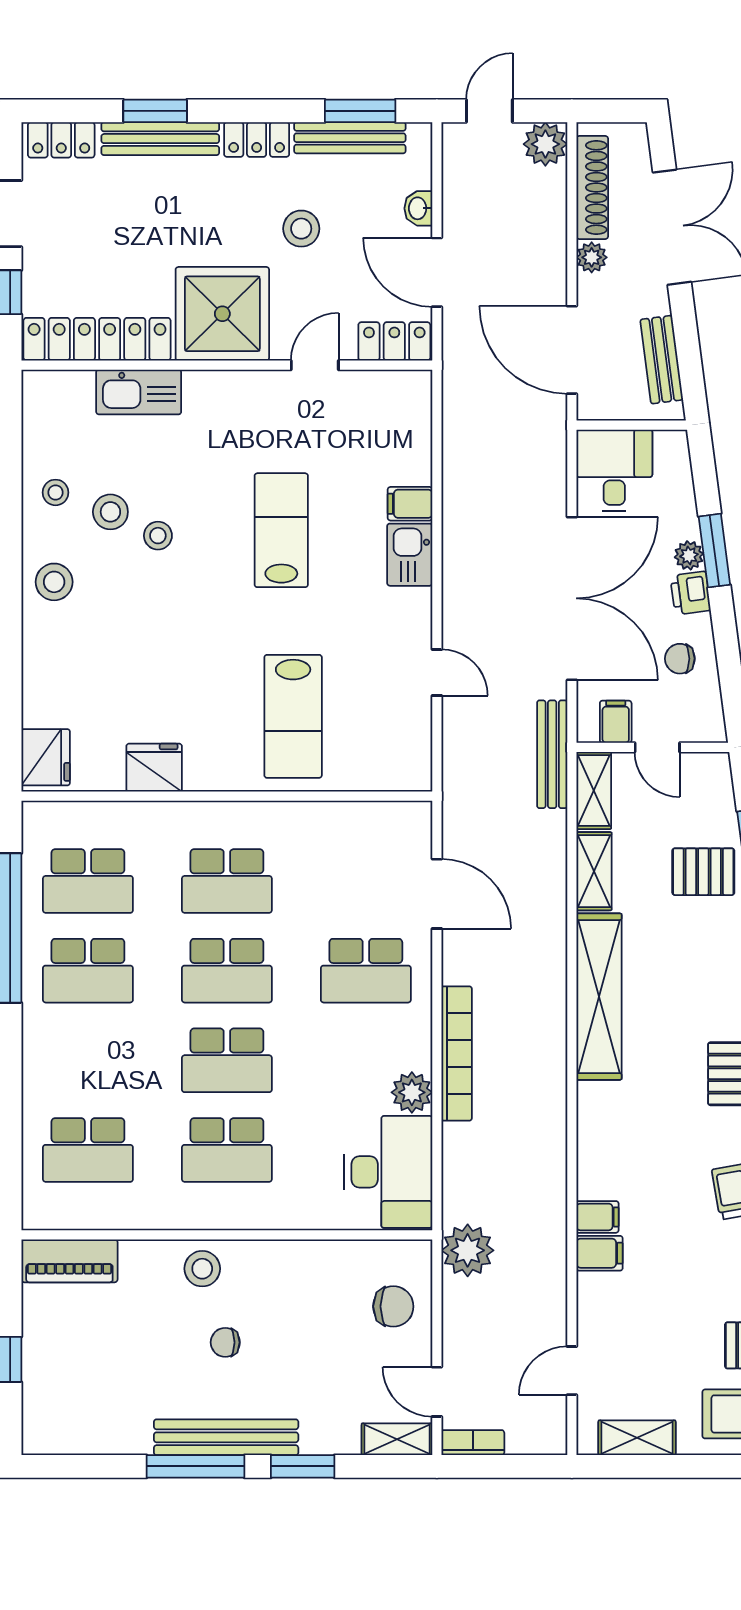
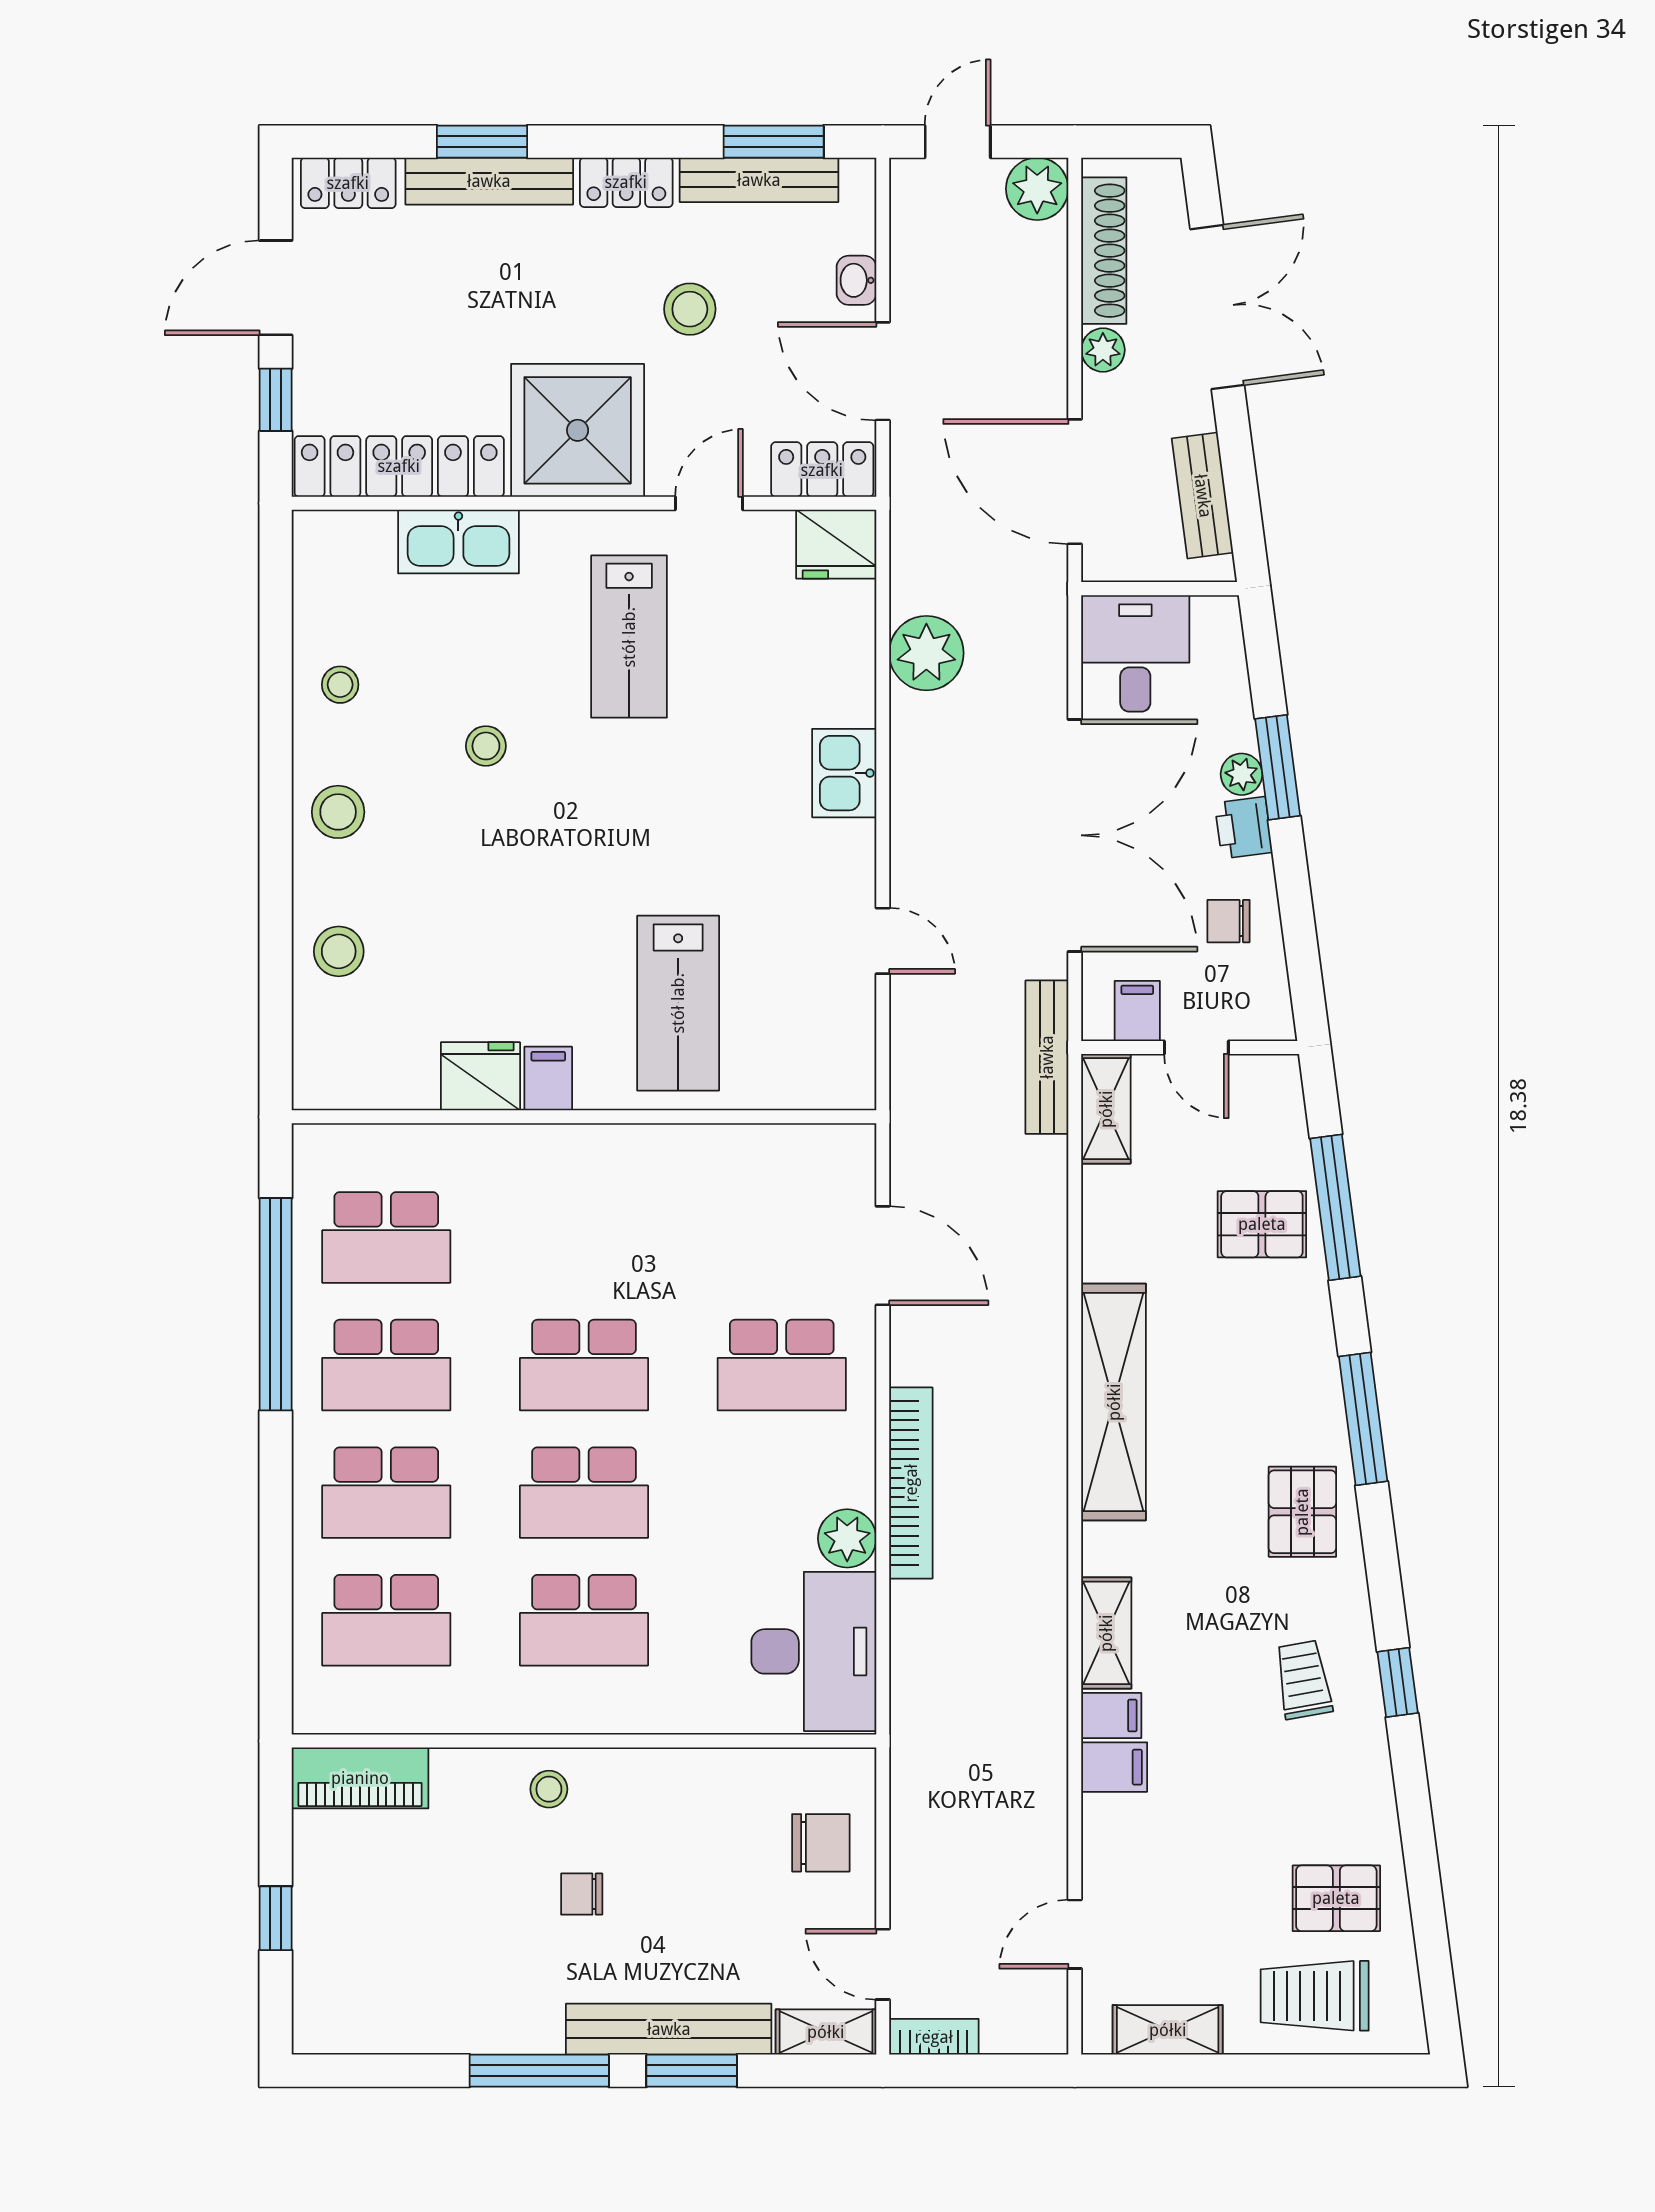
filing cabinet: (410, 504) -> (548, 1079), moved, turned 90
stool: (110, 512) -> (339, 951), moved
lab bench: (281, 530) -> (629, 637), moved, turned 180
fridge: (46, 757) -> (836, 544), moved, turned 90
shelving: (594, 871) -> (1106, 1633), moved
school desk: (227, 881) -> (386, 1493), moved
plant: (468, 1250) -> (926, 653), moved
stool: (202, 1269) -> (549, 1789), width x0.73, depth x0.73
bench: (226, 1437) -> (669, 2029), moved

